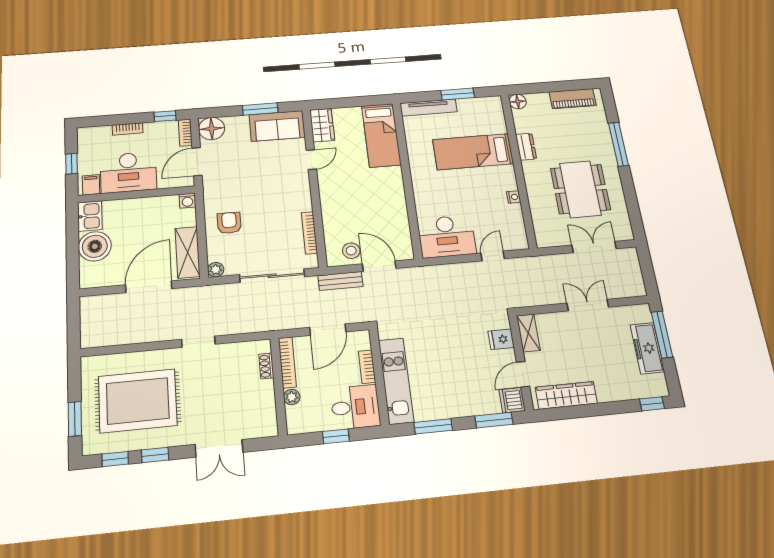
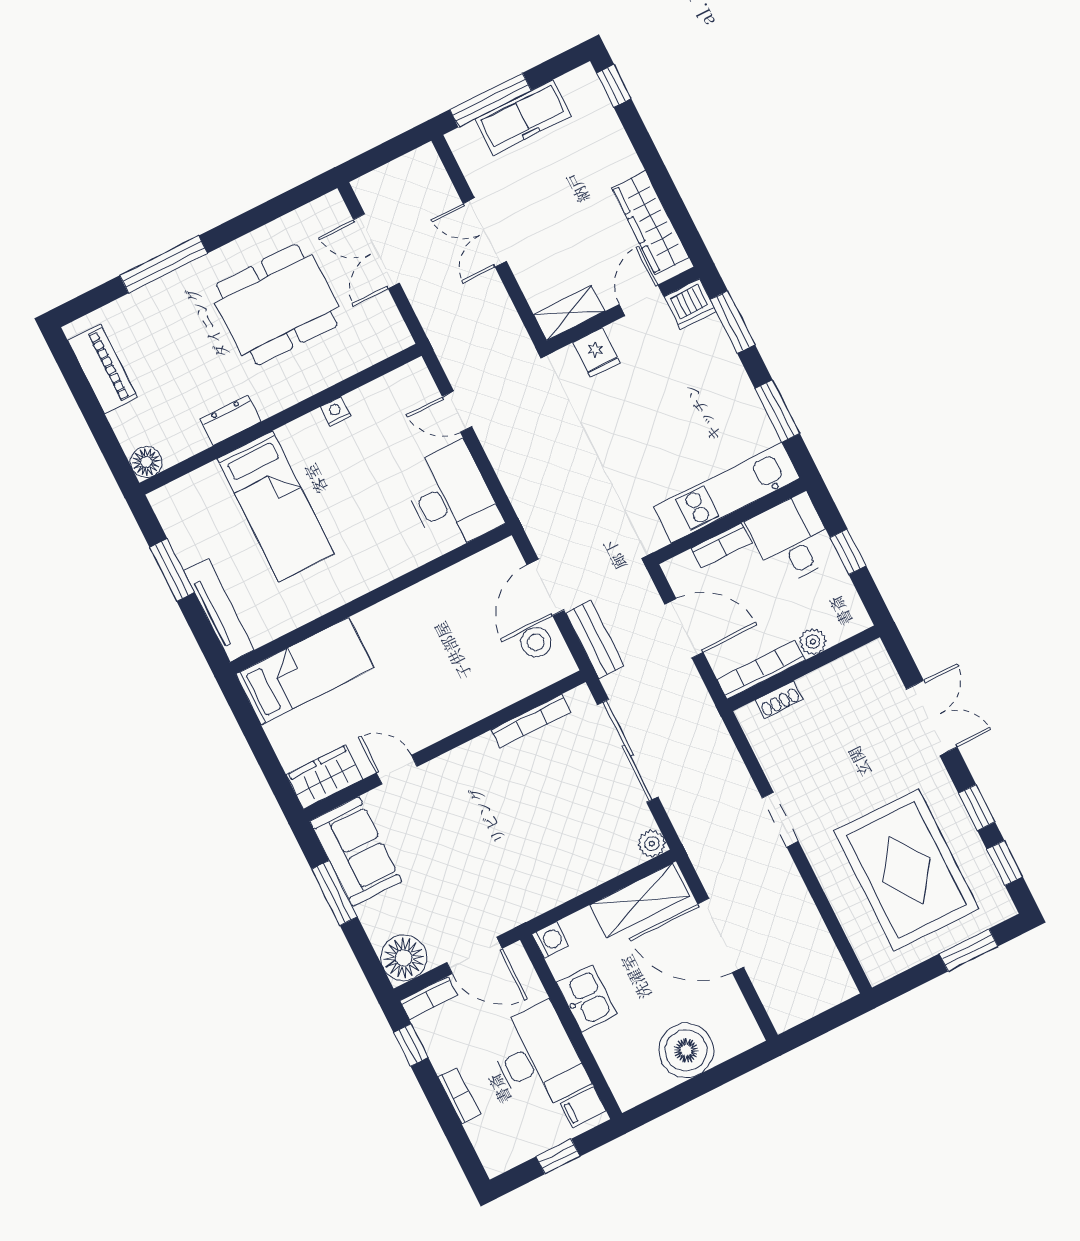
kitchen sink: (90, 216) -> (587, 999), moved, turned 90
armchair: (229, 223) -> (563, 856), removed
door: (523, 374) -> (641, 300), swing flipped

